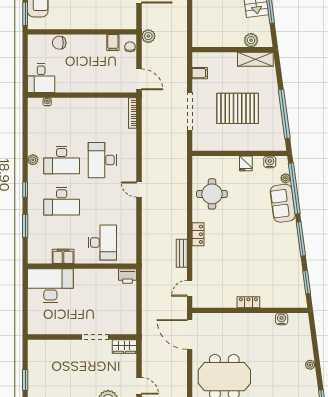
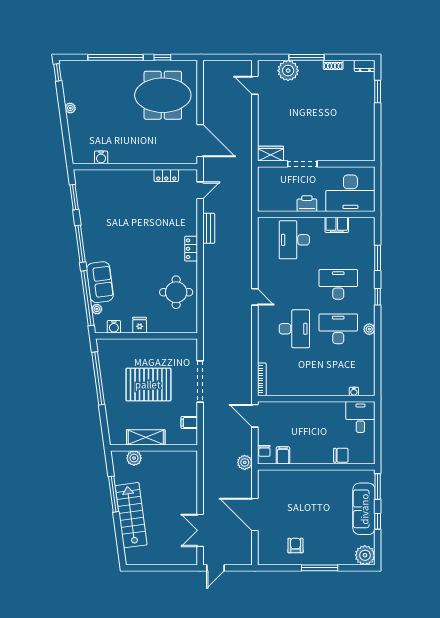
shelving: (255, 59) -> (146, 437), moved
printer: (128, 276) -> (307, 204), moved
locker: (248, 302) -> (166, 175), moved
wall: (82, 337) -> (316, 164), moved
doorway: (95, 337) -> (302, 164), moved
wardrobe: (124, 346) -> (270, 154), moved

